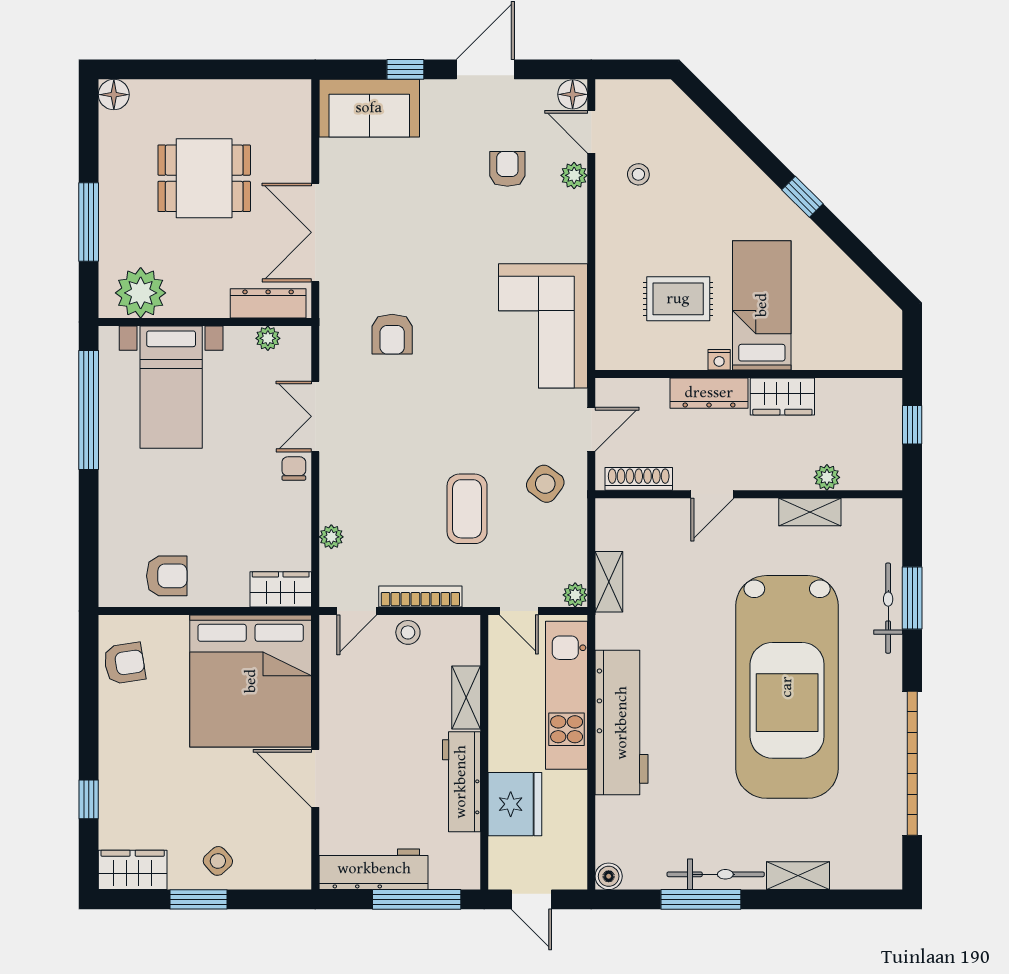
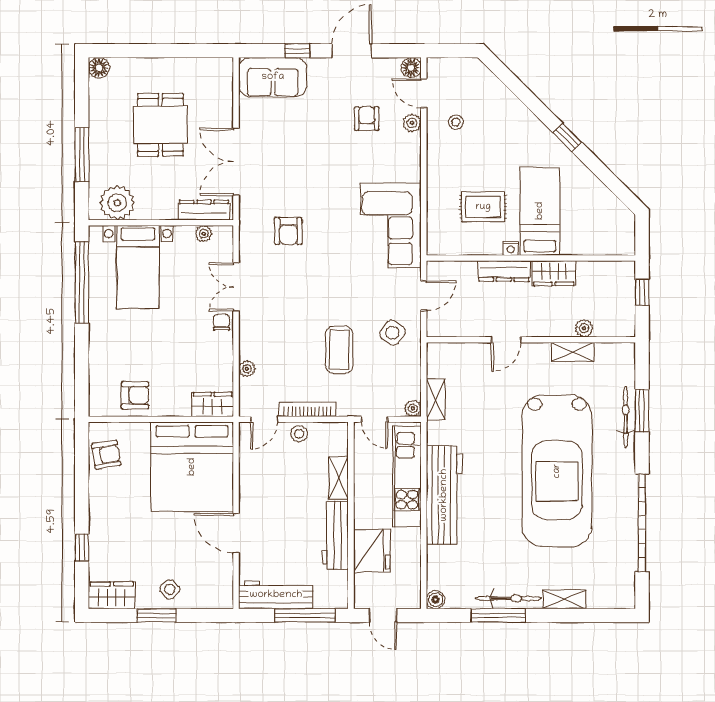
dining table: (204, 178) -> (160, 125), turned 90
shoe rack: (639, 479) -> (456, 329), removed

